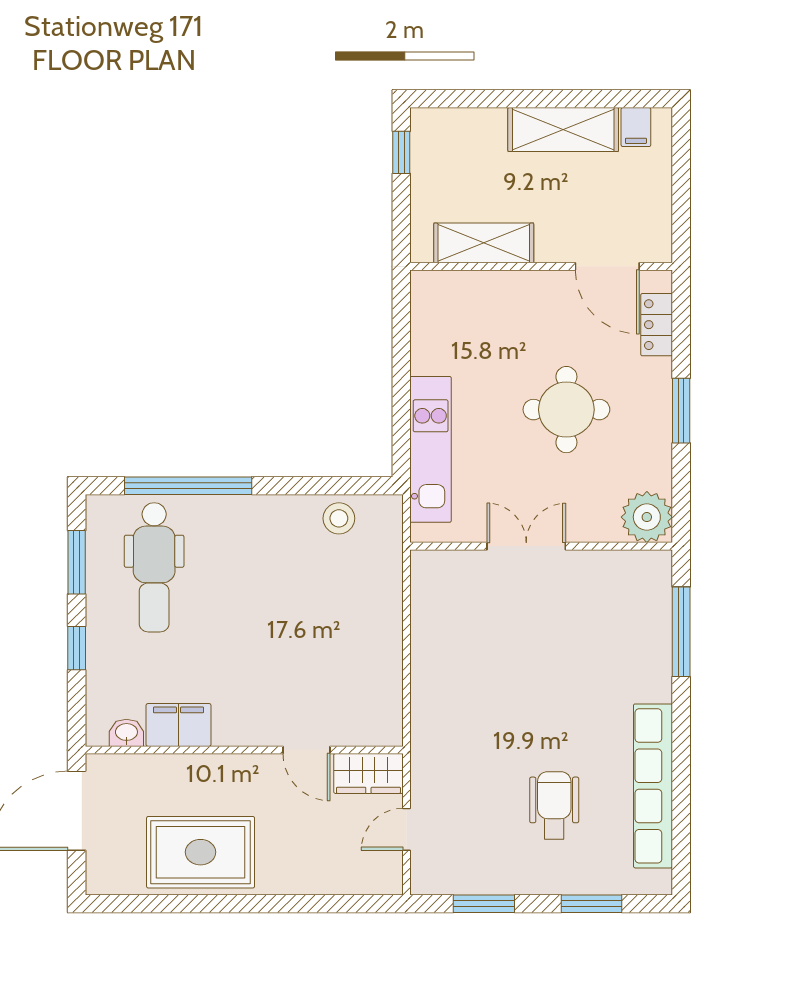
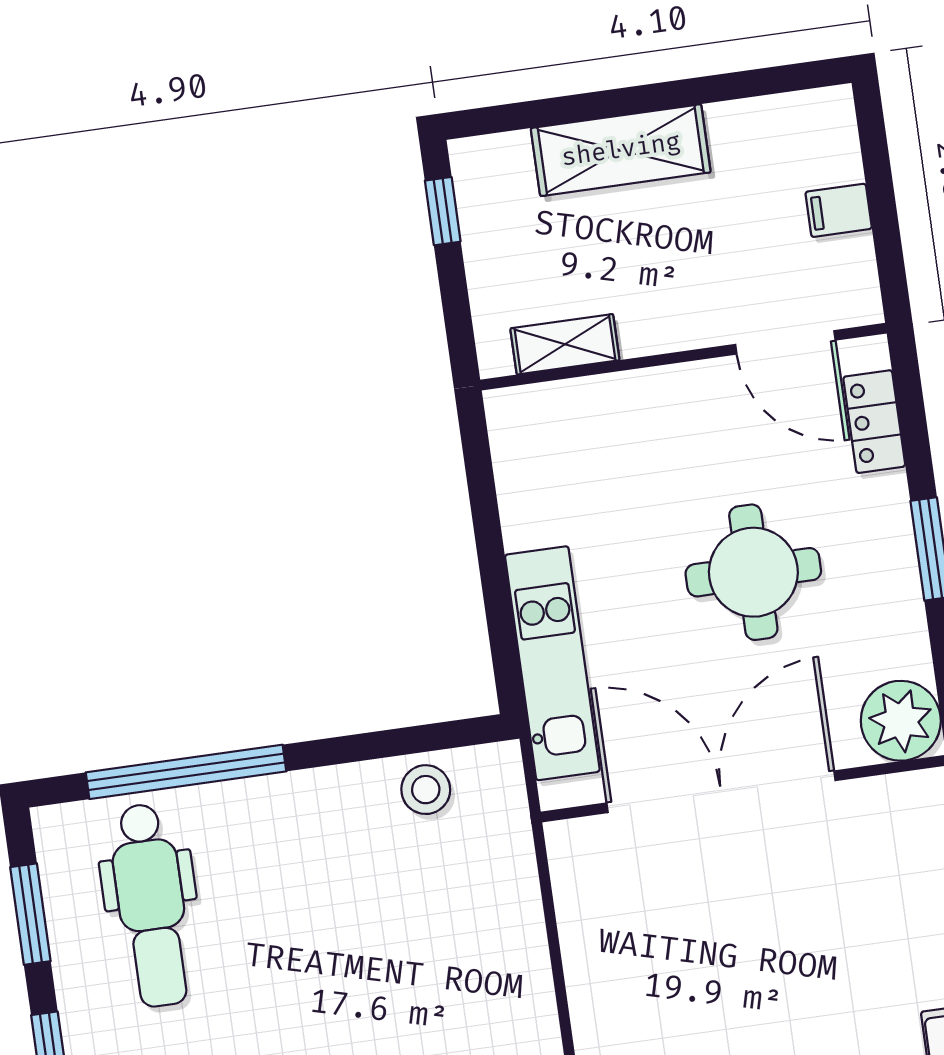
filing cabinet: (636, 127) -> (839, 210), moved, turned 90
shelving: (563, 130) -> (621, 150), moved
shelving: (484, 243) -> (565, 344), width x0.67, depth x0.75
double door: (526, 546) -> (721, 792), width x1.87

